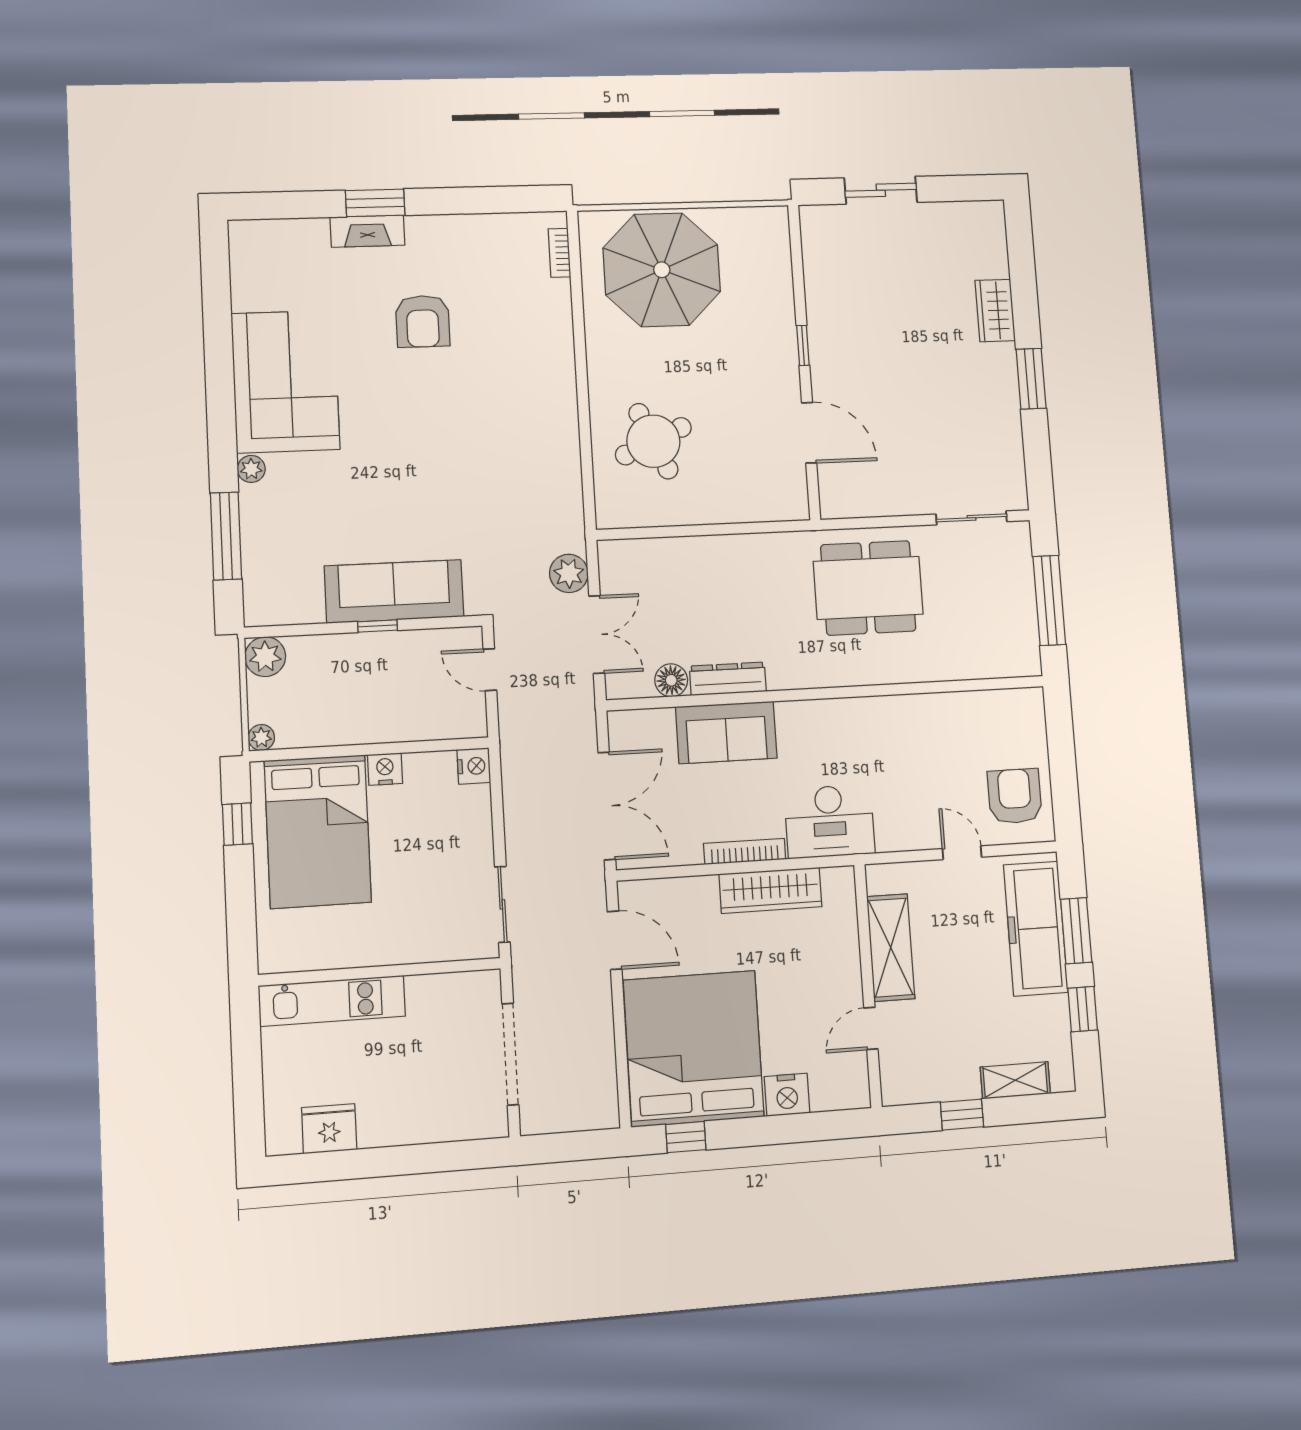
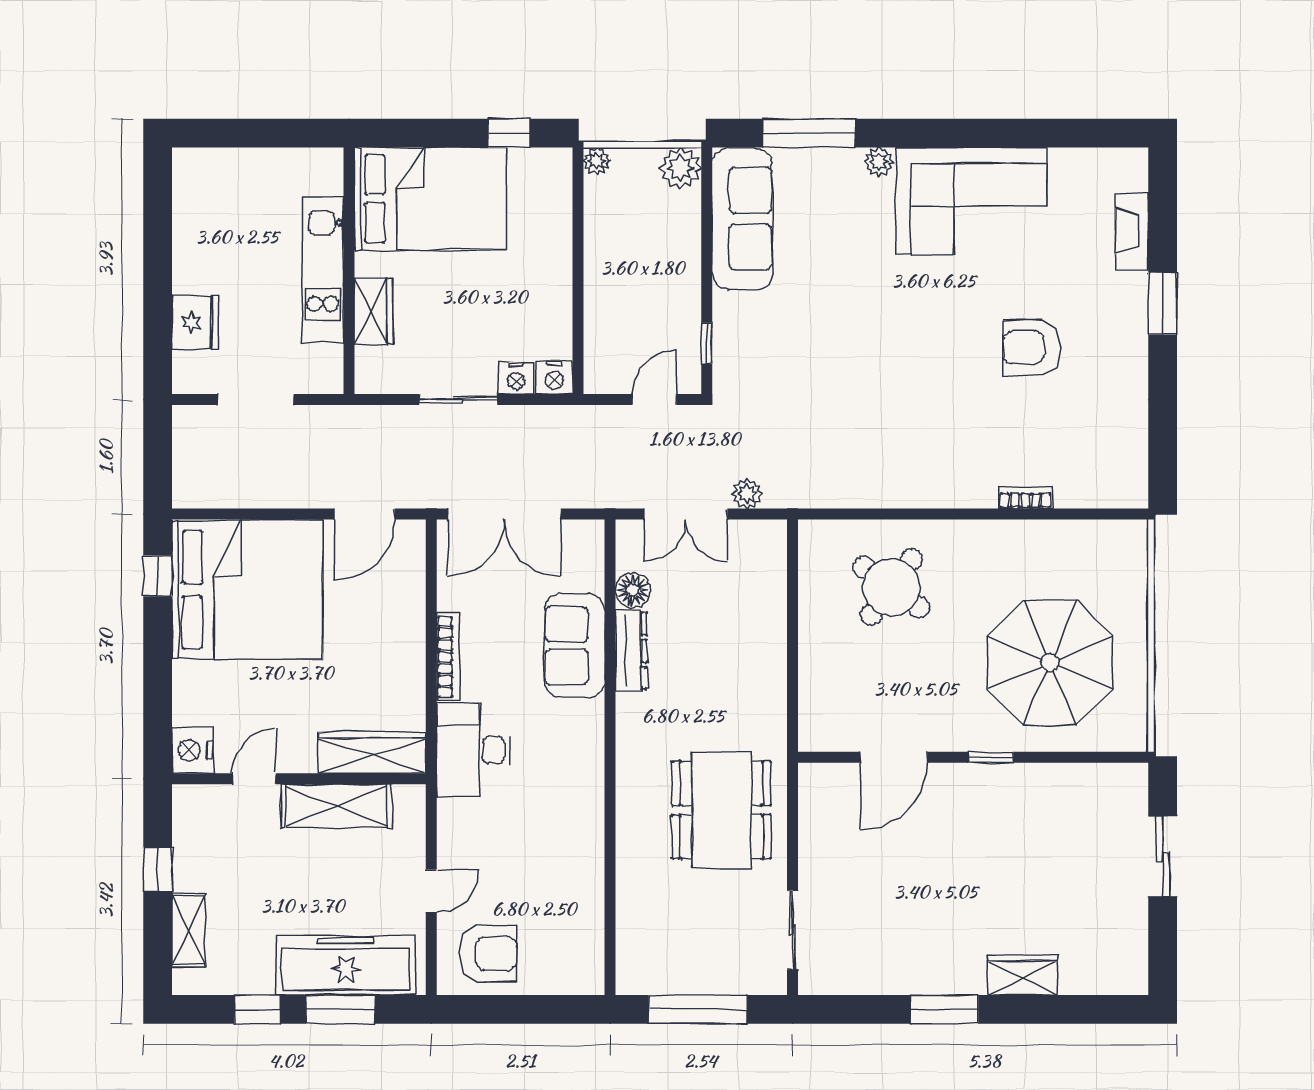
fireplace: (367, 231) -> (1132, 231), moved
bookcase: (559, 253) -> (1025, 498), moved
parasol: (662, 270) -> (1050, 663), moved
round table: (653, 441) -> (891, 587), turned -30
plant: (569, 573) -> (747, 494), width x0.73, depth x0.73
sofa: (394, 591) -> (742, 219), moved
window: (378, 626) -> (707, 343), moved
nightstand: (385, 769) -> (516, 378), moved, turned 90
bed: (318, 831) -> (430, 199), moved, turned 180
wardrobe: (770, 890) -> (372, 753), moved, turned 90
sliding door: (502, 904) -> (458, 400), moved
wardrobe: (419, 945) -> (374, 311), added
kitchen unit: (332, 1001) -> (323, 270), moved
door: (871, 1028) -> (254, 779), hinge flipped
doorway: (510, 1054) -> (256, 400), width x0.73
nightstand: (787, 1095) -> (192, 750), moved
fridge: (329, 1129) -> (195, 323), moved

